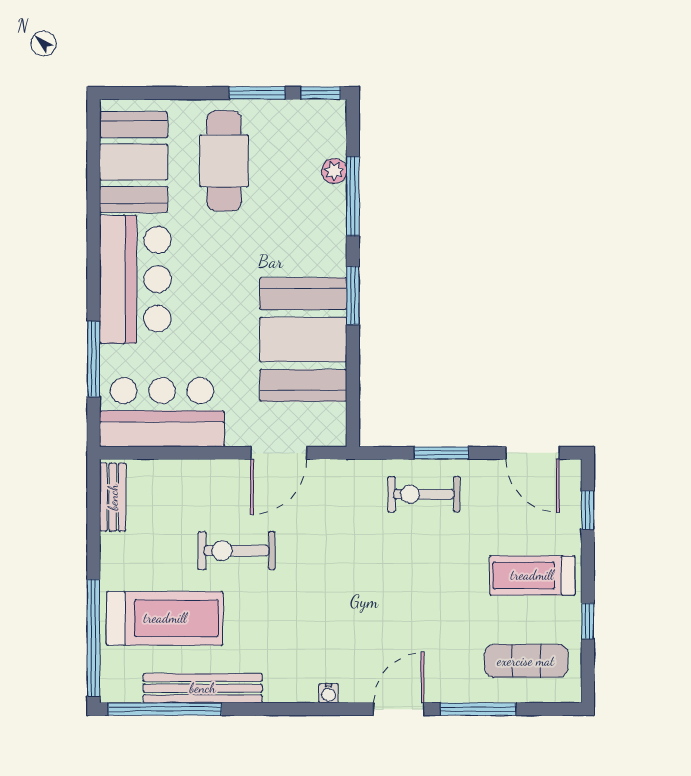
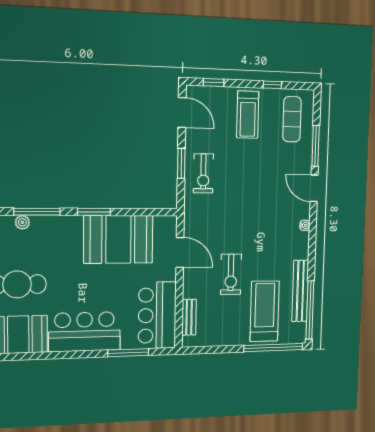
door: (533, 453) -> (182, 112), hinge flipped
bench: (113, 497) -> (189, 317), moved, turned 90

